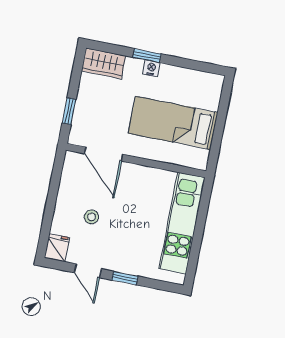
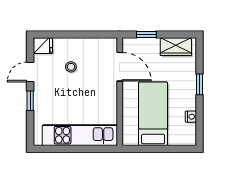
wardrobe: (104, 63) -> (176, 47), moved, turned -90
nightstand: (151, 68) -> (191, 117), moved
door: (104, 154) -> (120, 67), swing flipped

